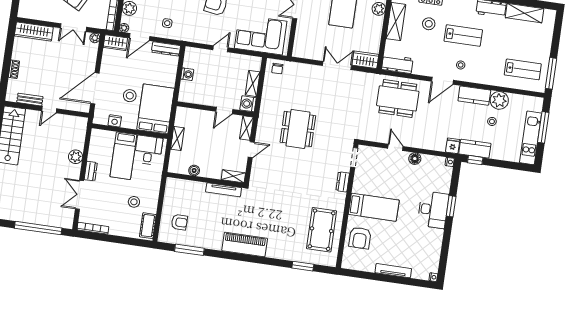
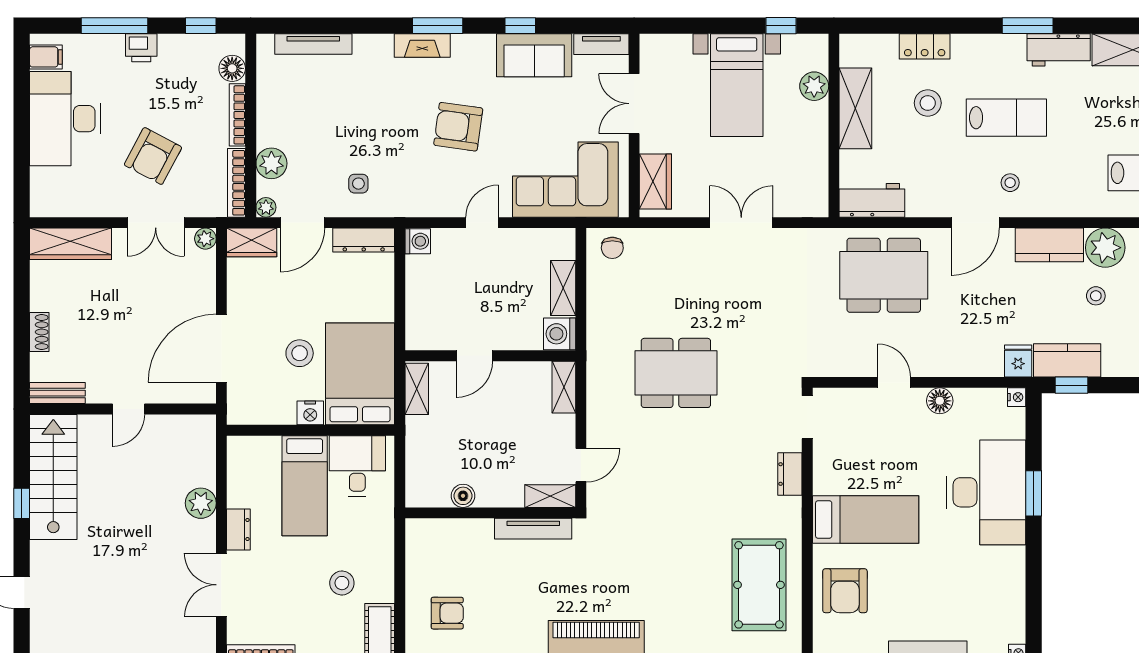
wardrobe: (365, 60) -> (655, 181), moved, turned 90
washing machine: (187, 74) -> (418, 241), moved
bench: (30, 100) -> (57, 393), moved
door: (224, 110) -> (474, 356), moved
nightstand: (115, 121) -> (310, 413), moved
dining table: (298, 129) -> (676, 373), turned 90
shelving: (177, 139) -> (417, 389), moved
door: (251, 150) -> (581, 465), moved
desk: (433, 210) -> (986, 492), width x1.36, depth x1.30

